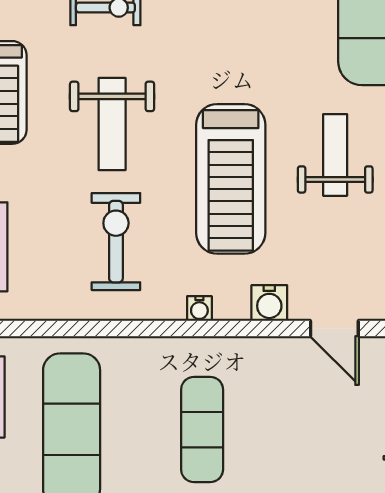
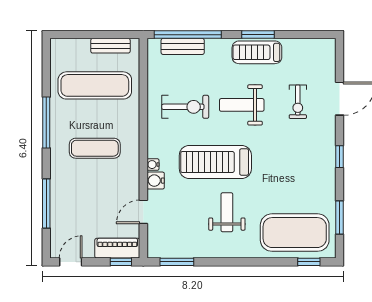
weight bench: (335, 155) -> (227, 212), turned -90
water cooler: (199, 309) -> (153, 165), moved

